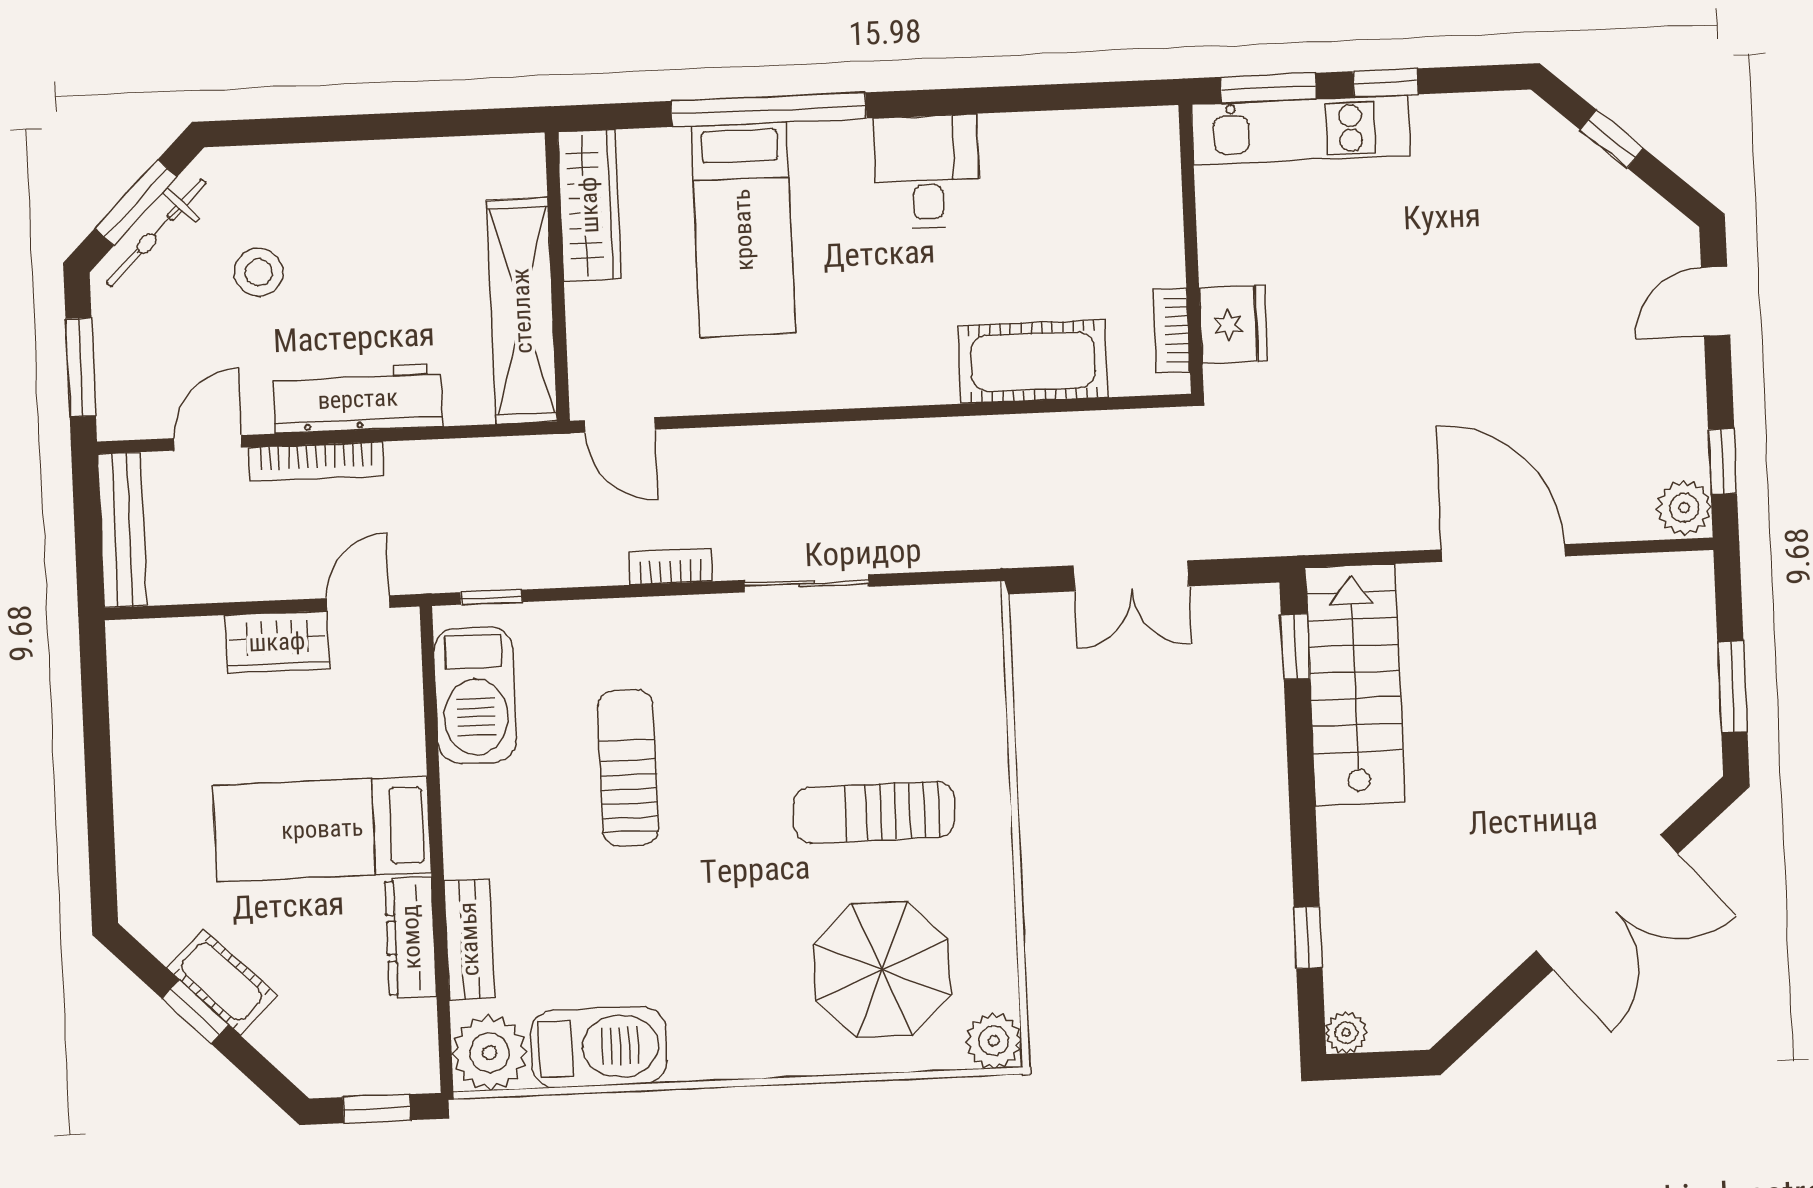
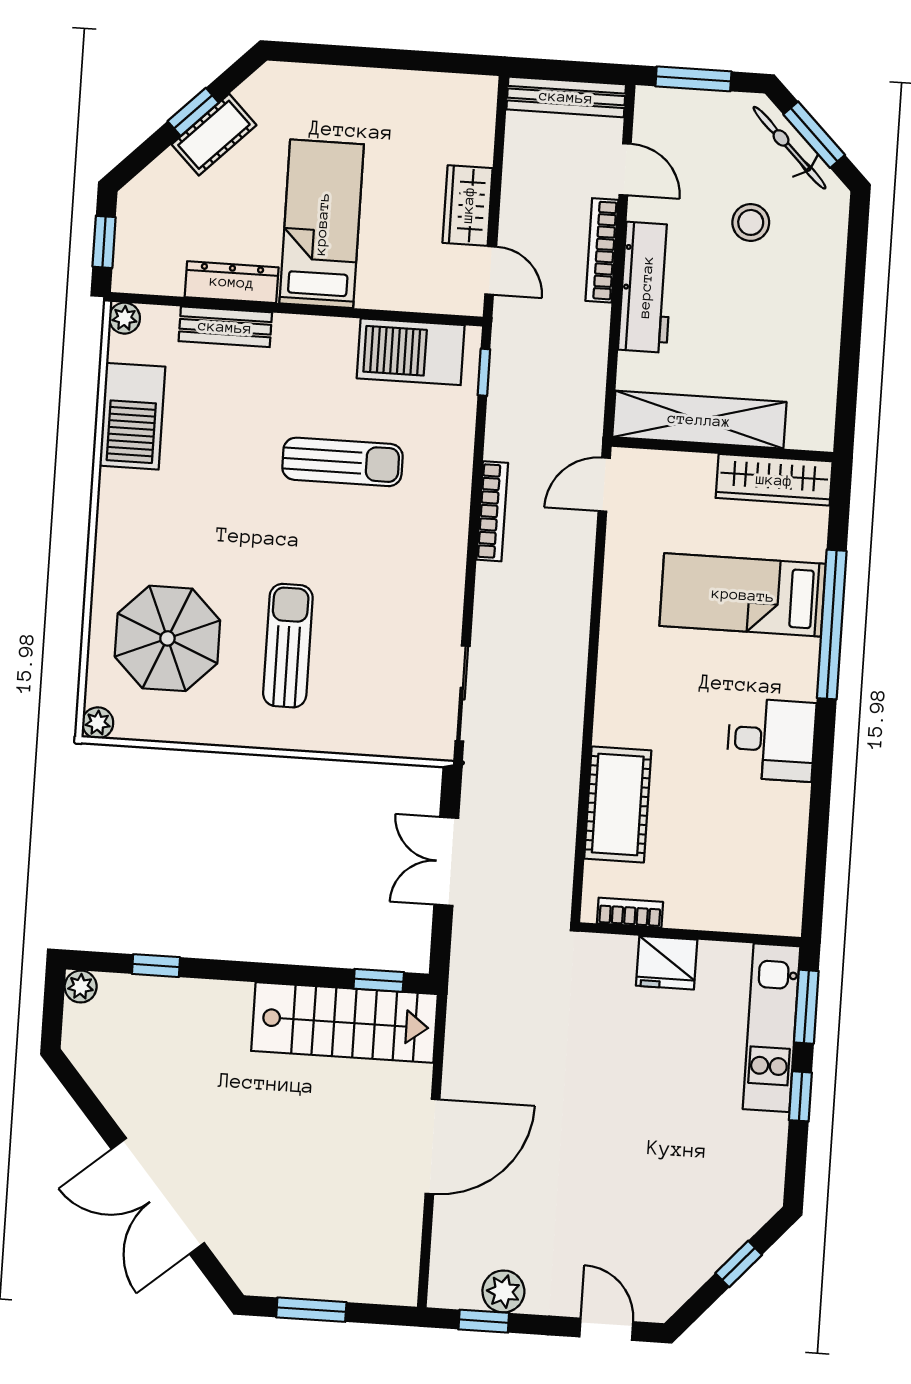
fridge: (1233, 324) -> (667, 963), moved
plant: (1684, 508) -> (503, 1291), moved
bookcase: (670, 567) -> (492, 511), width x1.56
sliding door: (806, 583) -> (463, 694), moved
plant: (994, 1041) -> (98, 723), width x0.73, depth x0.73
plant: (489, 1053) -> (125, 318), width x0.53, depth x0.53

